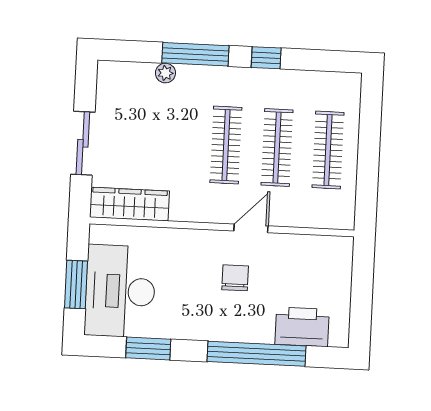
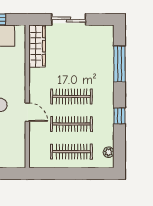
window: (195, 54) -> (119, 64), moved
plant: (165, 73) -> (109, 152), moved

